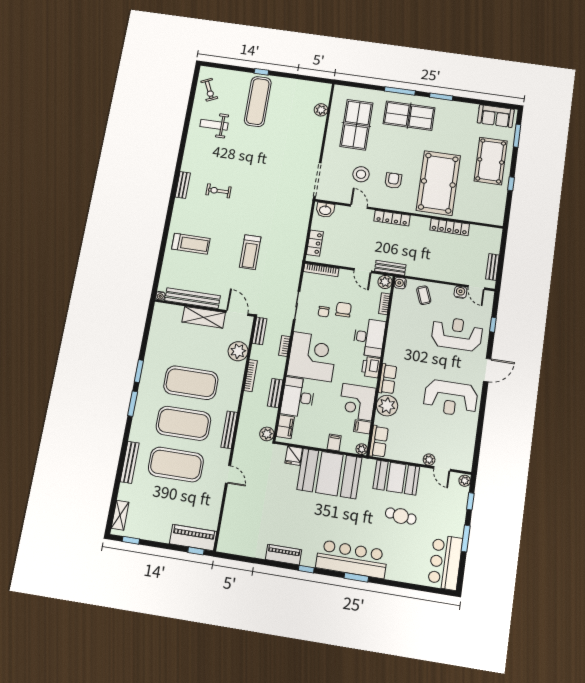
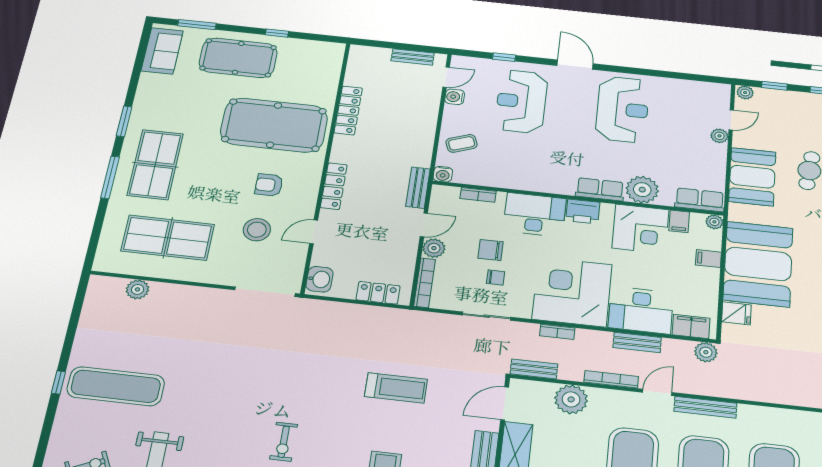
plant: (385, 282) -> (434, 248), moved
door: (228, 474) -> (657, 392), moved

